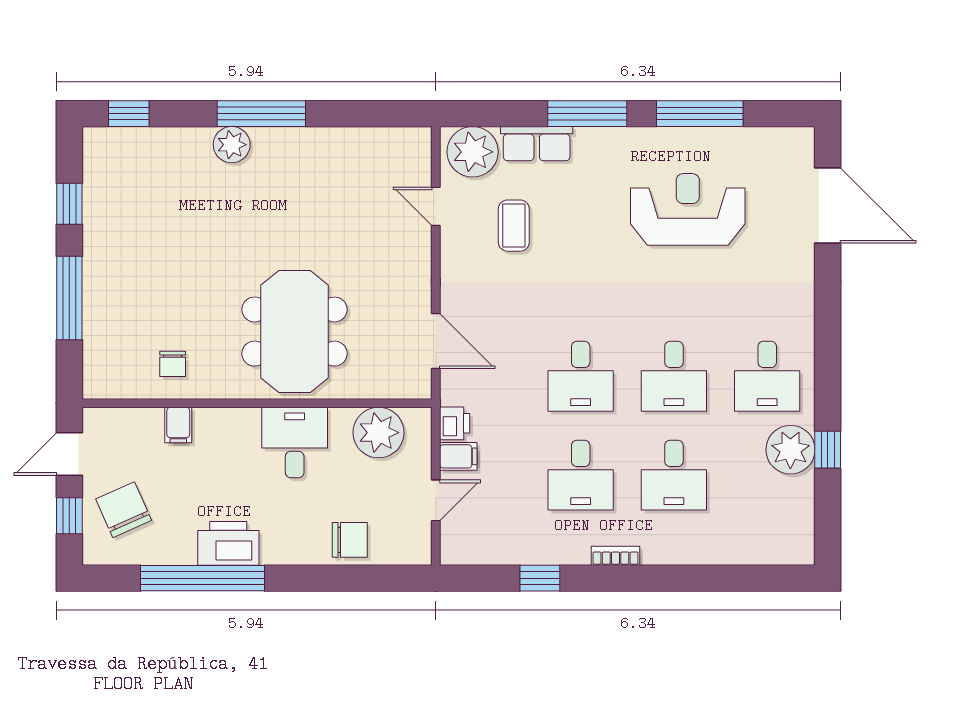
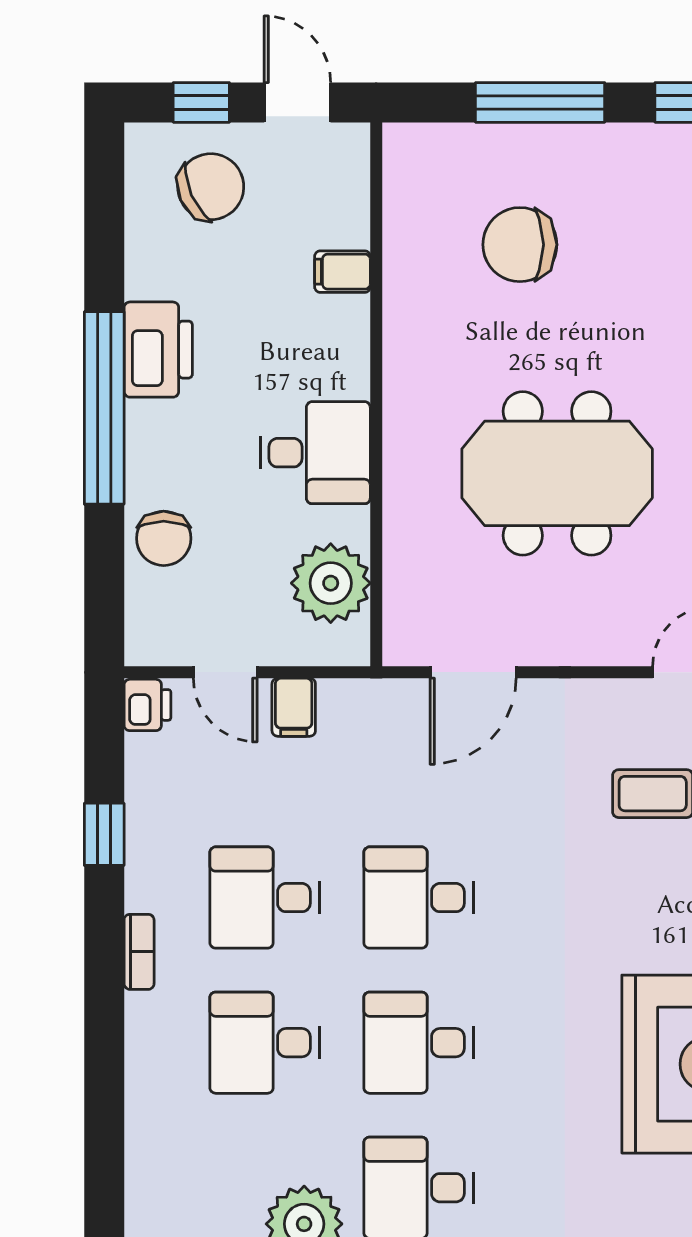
meeting table: (295, 332) -> (557, 473), moved
chair: (173, 364) -> (520, 245), moved, width x1.87, depth x1.87
printer: (455, 423) -> (147, 705), moved, turned -90
window: (202, 578) -> (104, 408), moved

